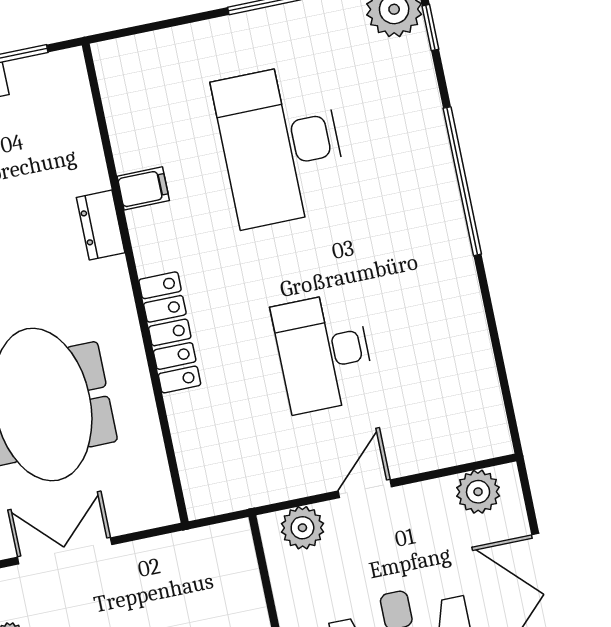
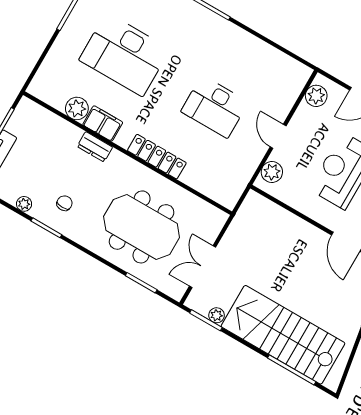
plant: (134, 146) -> (77, 108), added
filing cabinet: (143, 188) -> (103, 123), width x2.00

